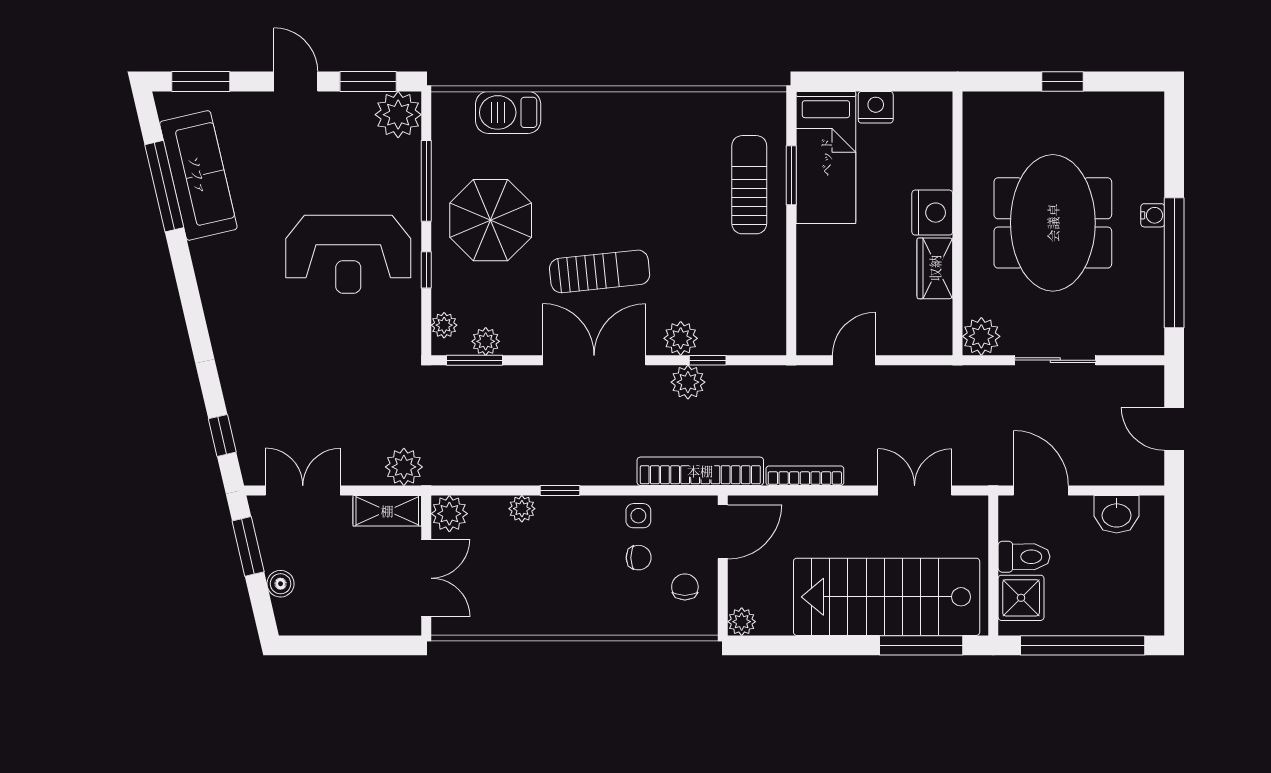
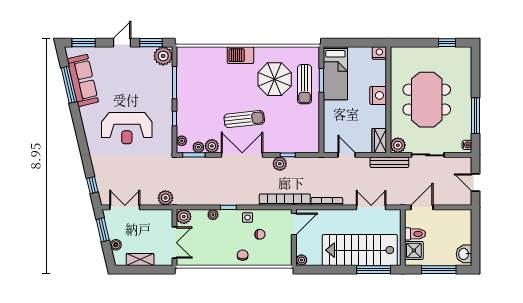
door: (296, 82) -> (122, 43), hinge flipped
window: (1062, 82) -> (447, 43), moved
nightstand: (876, 107) -> (379, 53), moved
barbecue: (508, 112) -> (240, 55), moved
sun lounger: (749, 185) -> (304, 84), turned 180
water cooler: (1153, 215) -> (467, 145), moved
parasol: (491, 220) -> (275, 79), moved
reception desk: (348, 254) -> (127, 128), moved
window: (1174, 263) -> (476, 116), width x0.68
wardrobe: (935, 268) -> (379, 141), moved
plant: (681, 338) -> (212, 146), moved
door: (854, 360) -> (347, 155), hinge flipped
bench: (960, 378) -> (389, 162), added
door: (1041, 491) -> (422, 207), hinge flipped
shelving: (387, 511) -> (140, 259), moved
washbasin: (1117, 514) -> (464, 254), moved, turned 90
side table: (638, 516) -> (248, 217), moved
chair: (685, 587) -> (243, 255), moved
window: (1083, 645) -> (439, 270), width x0.68

